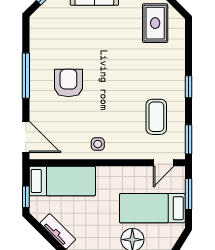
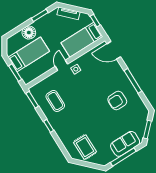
armchair: (68, 83) -> (117, 101), moved, turned 90
door: (164, 163) -> (62, 65), moved

